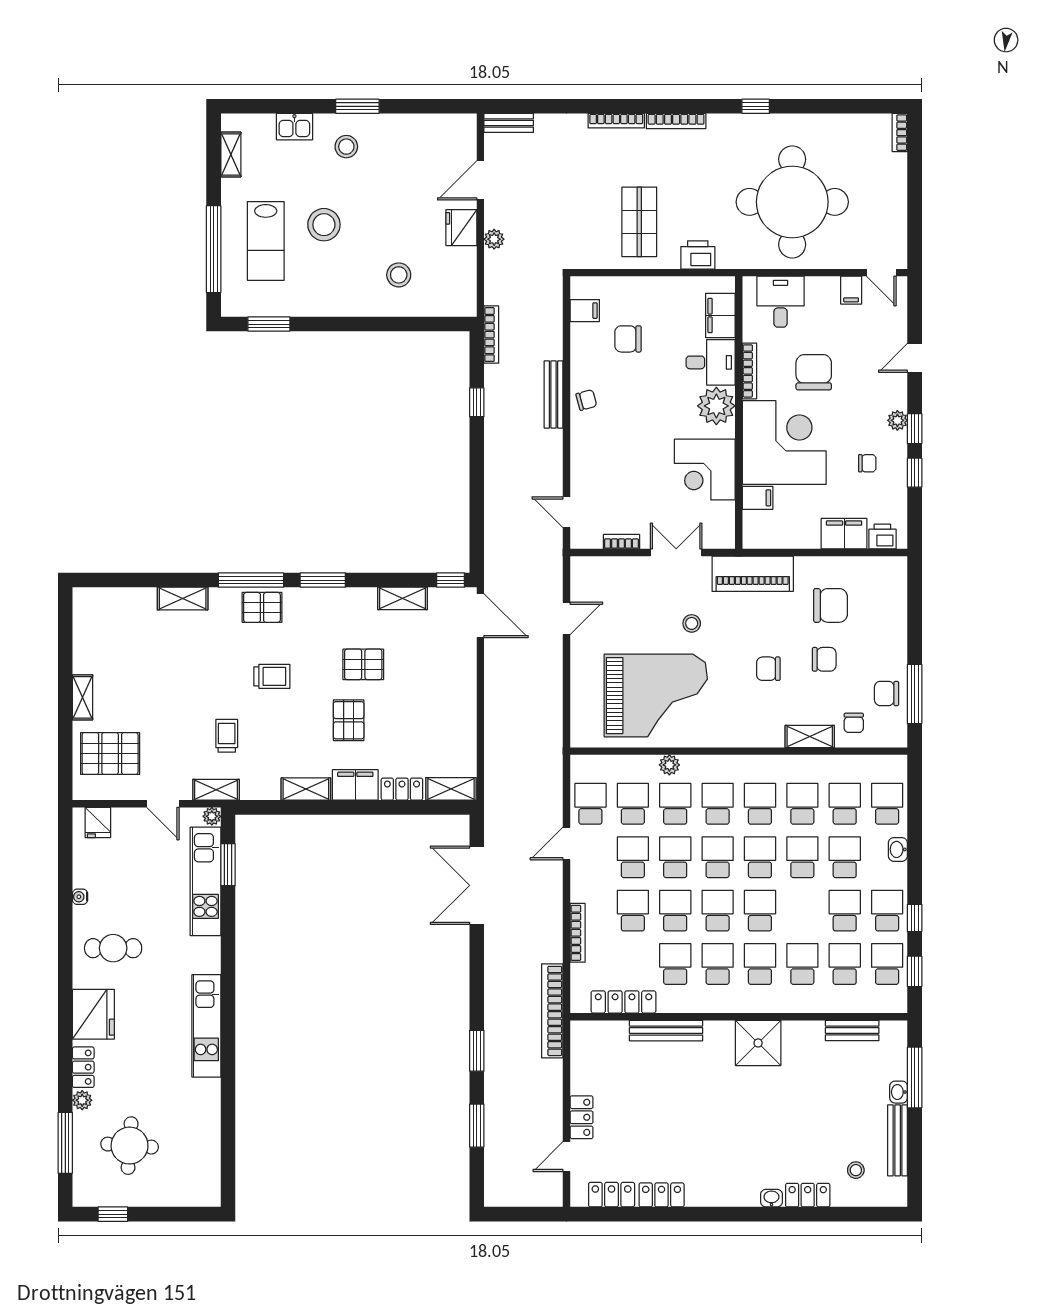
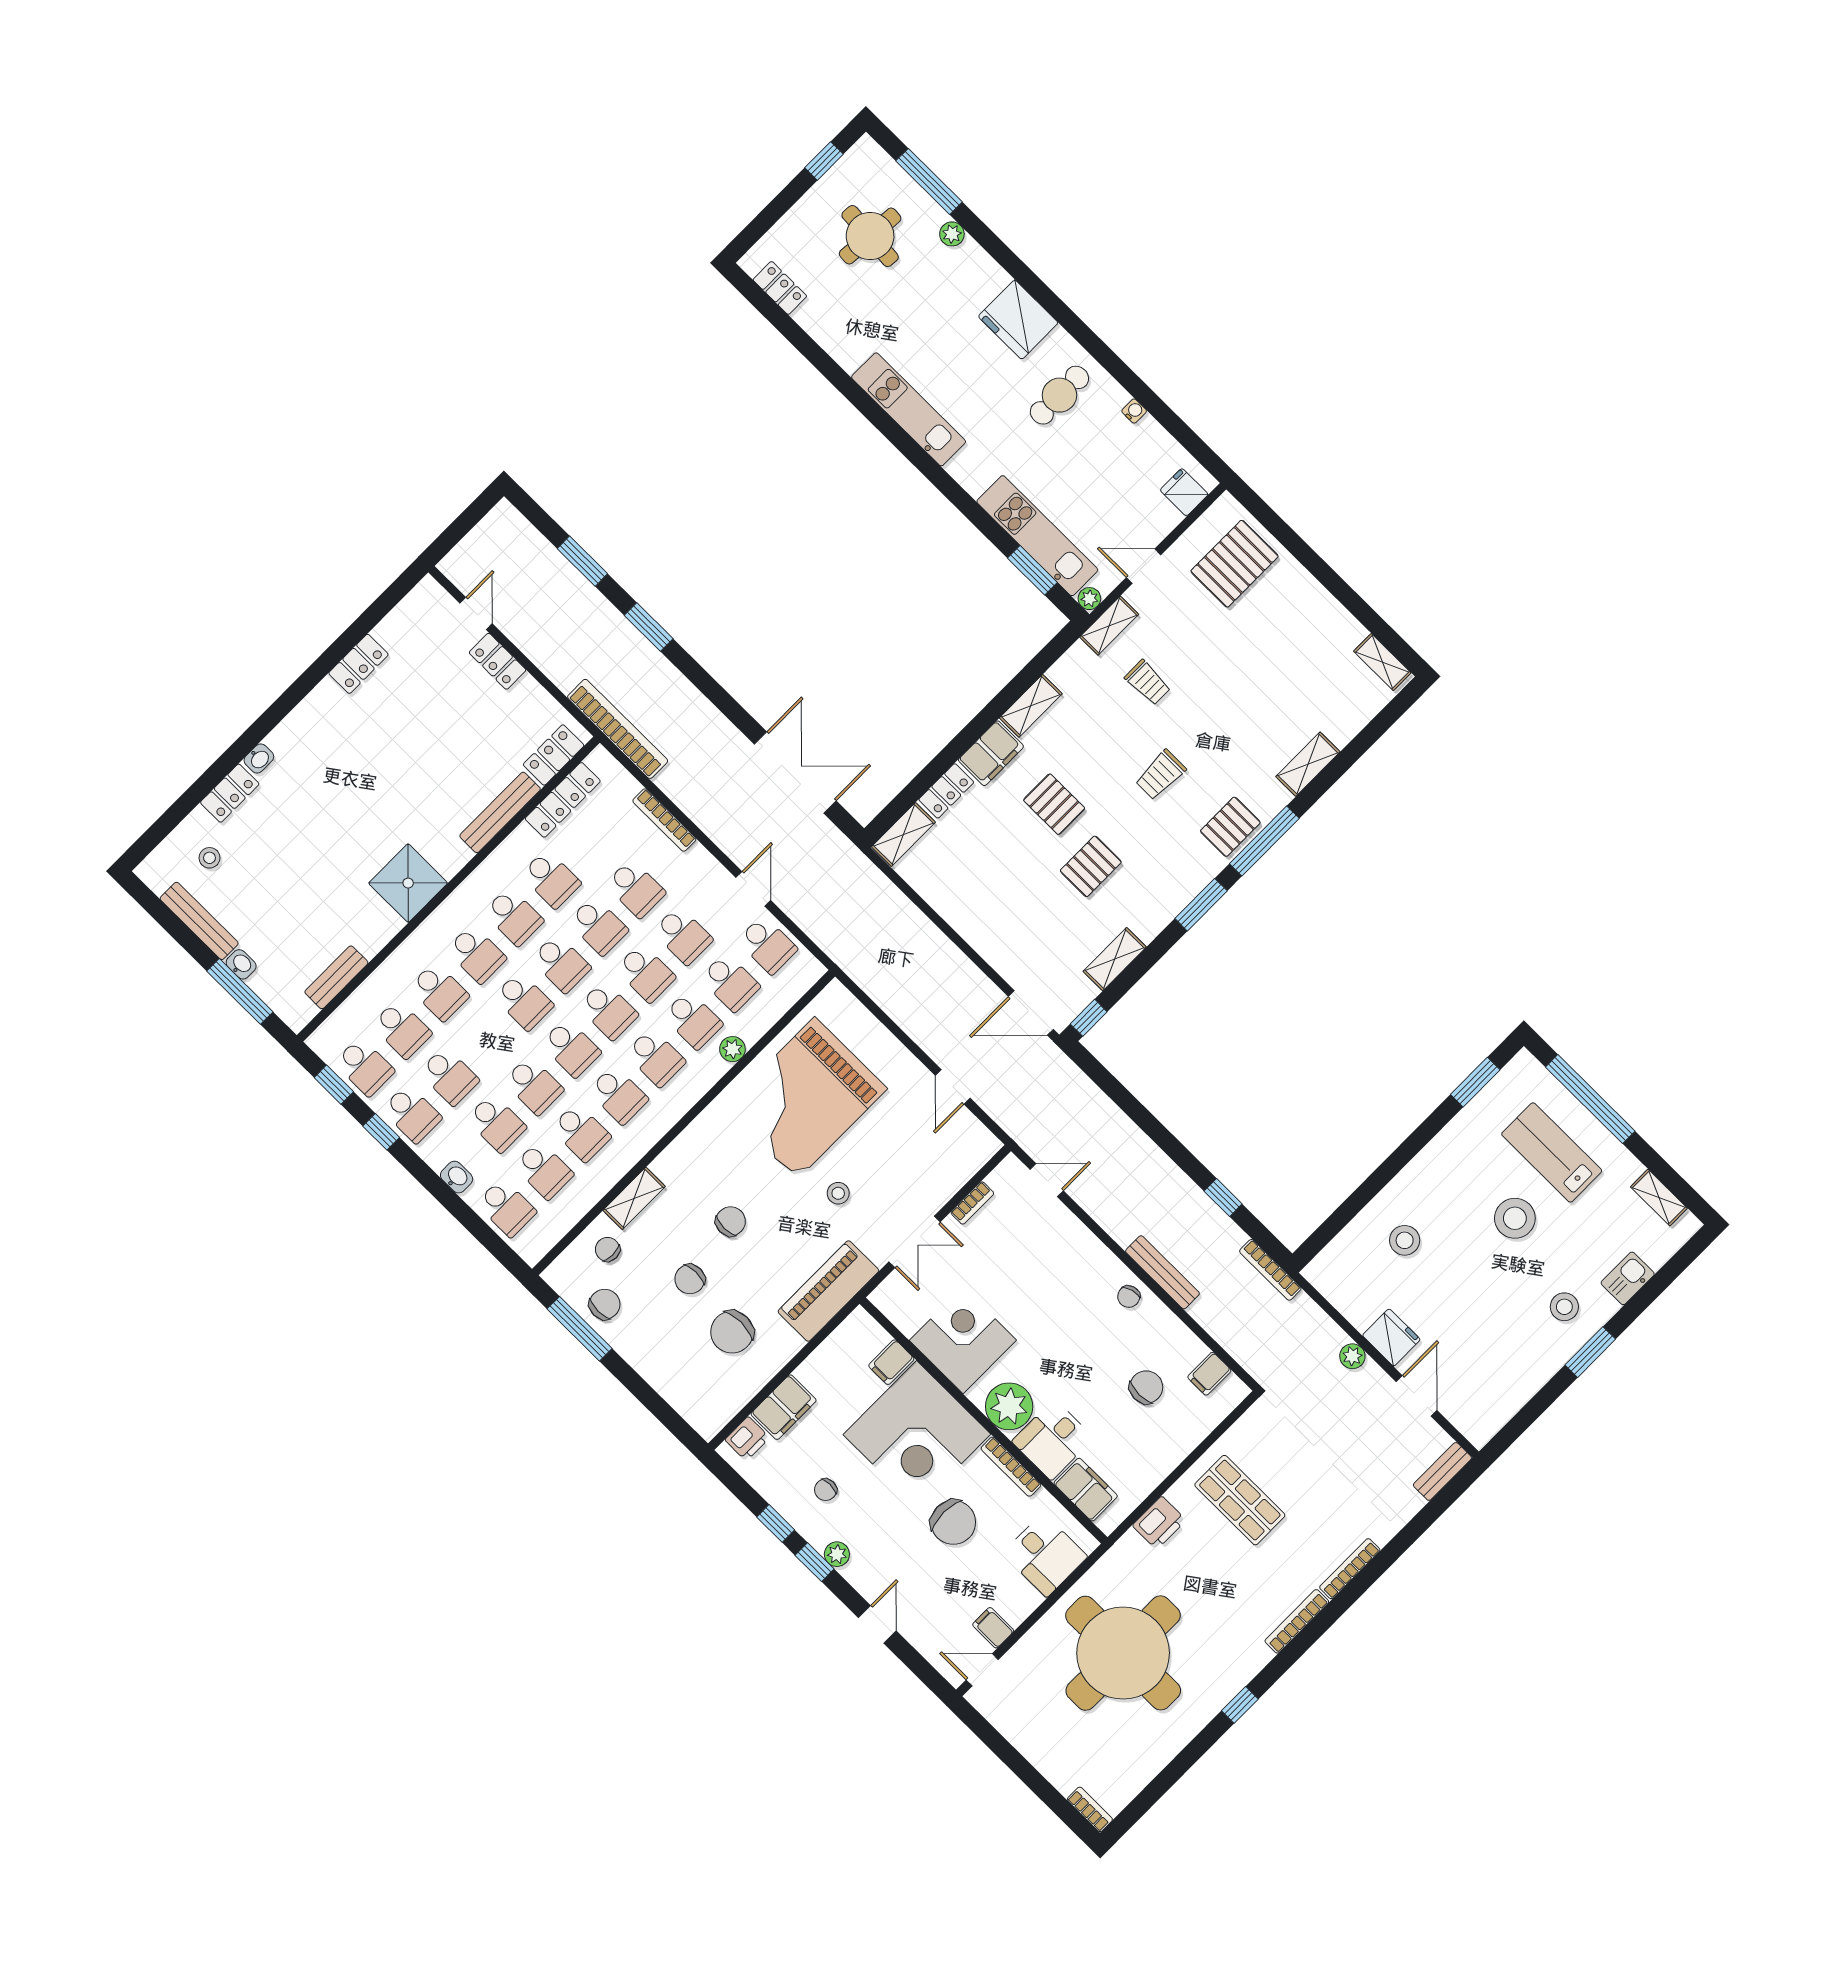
shelving: (83, 697) -> (1382, 662), moved
locker: (83, 1067) -> (780, 288), moved, turned 180
locker: (612, 1195) -> (554, 755), moved, turned 180

